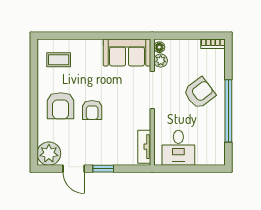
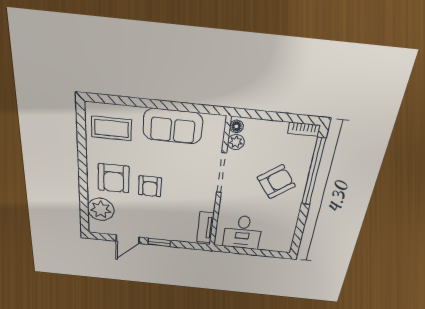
sofa: (127, 52) -> (173, 126), moved
coffee table: (59, 60) -> (111, 128), width x1.36, depth x1.30
window: (228, 111) -> (313, 172), moved
plant: (49, 154) -> (101, 209), moved
door: (74, 169) -> (128, 239), hinge flipped

